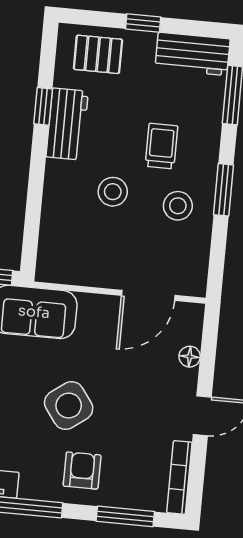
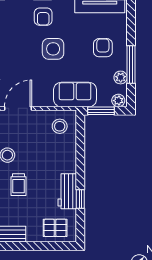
window: (143, 23) -> (34, 246), removed
stool: (113, 192) -> (60, 126), moved
side table: (69, 406) -> (53, 49), turned 36

